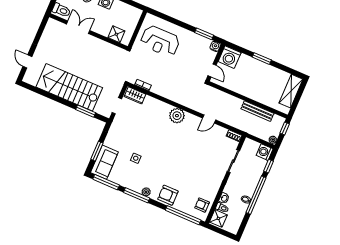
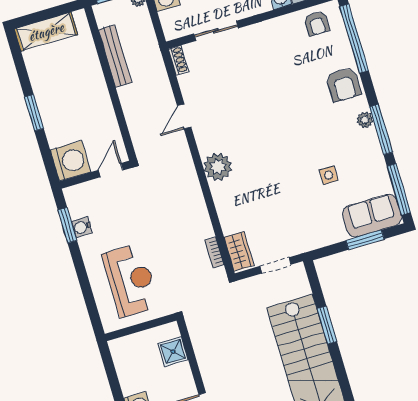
water cooler: (215, 46) -> (82, 227), moved
window: (86, 111) -> (327, 325), moved
door: (209, 119) -> (184, 116), swing flipped

